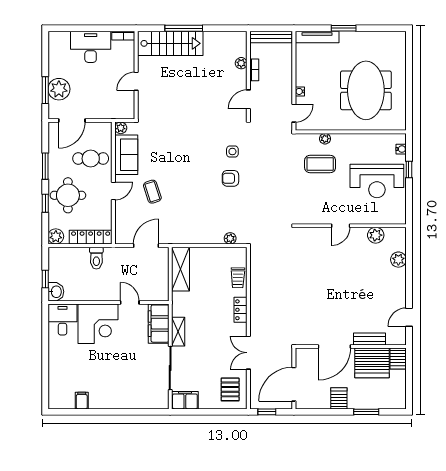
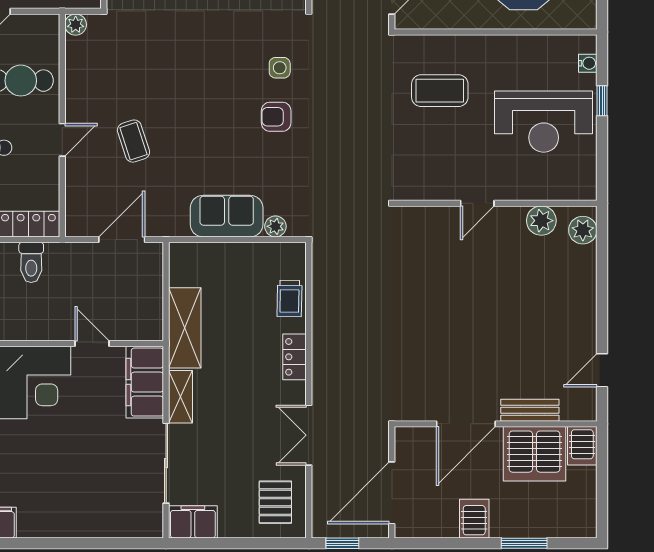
plant: (325, 139) -> (449, 44), removed
sofa: (126, 155) -> (227, 216), moved, turned -90
plant: (398, 260) -> (583, 230), moved
shelving: (180, 269) -> (185, 328), moved

